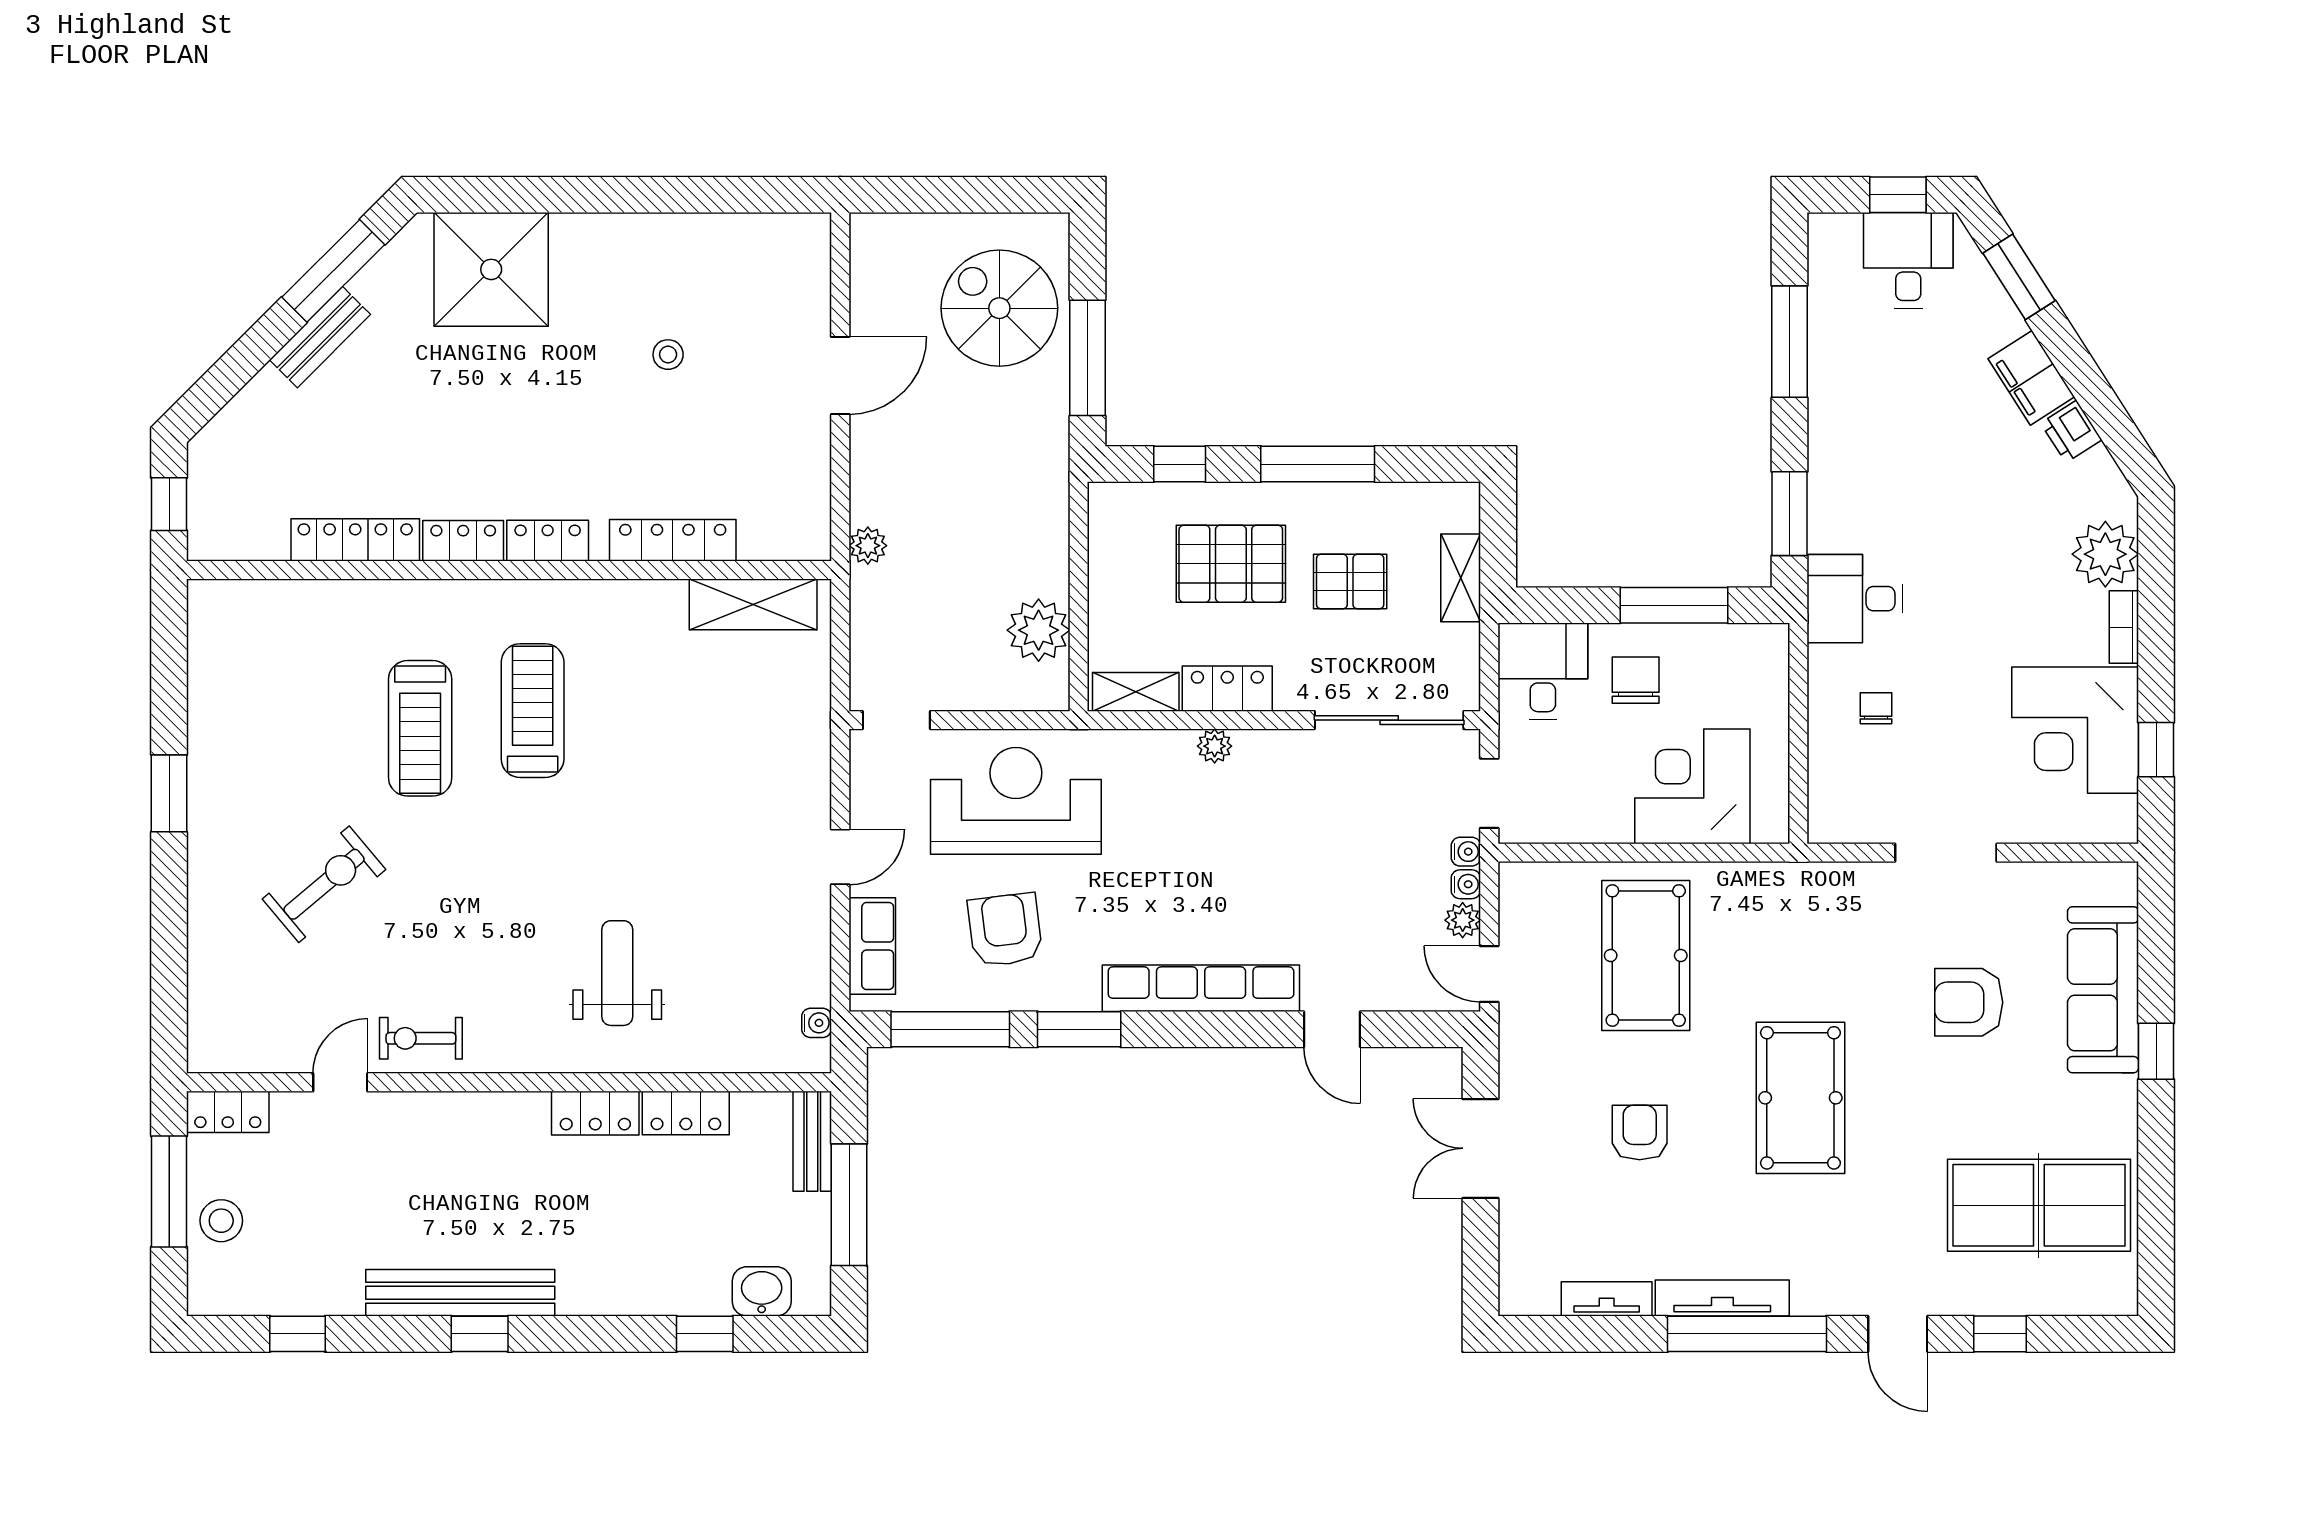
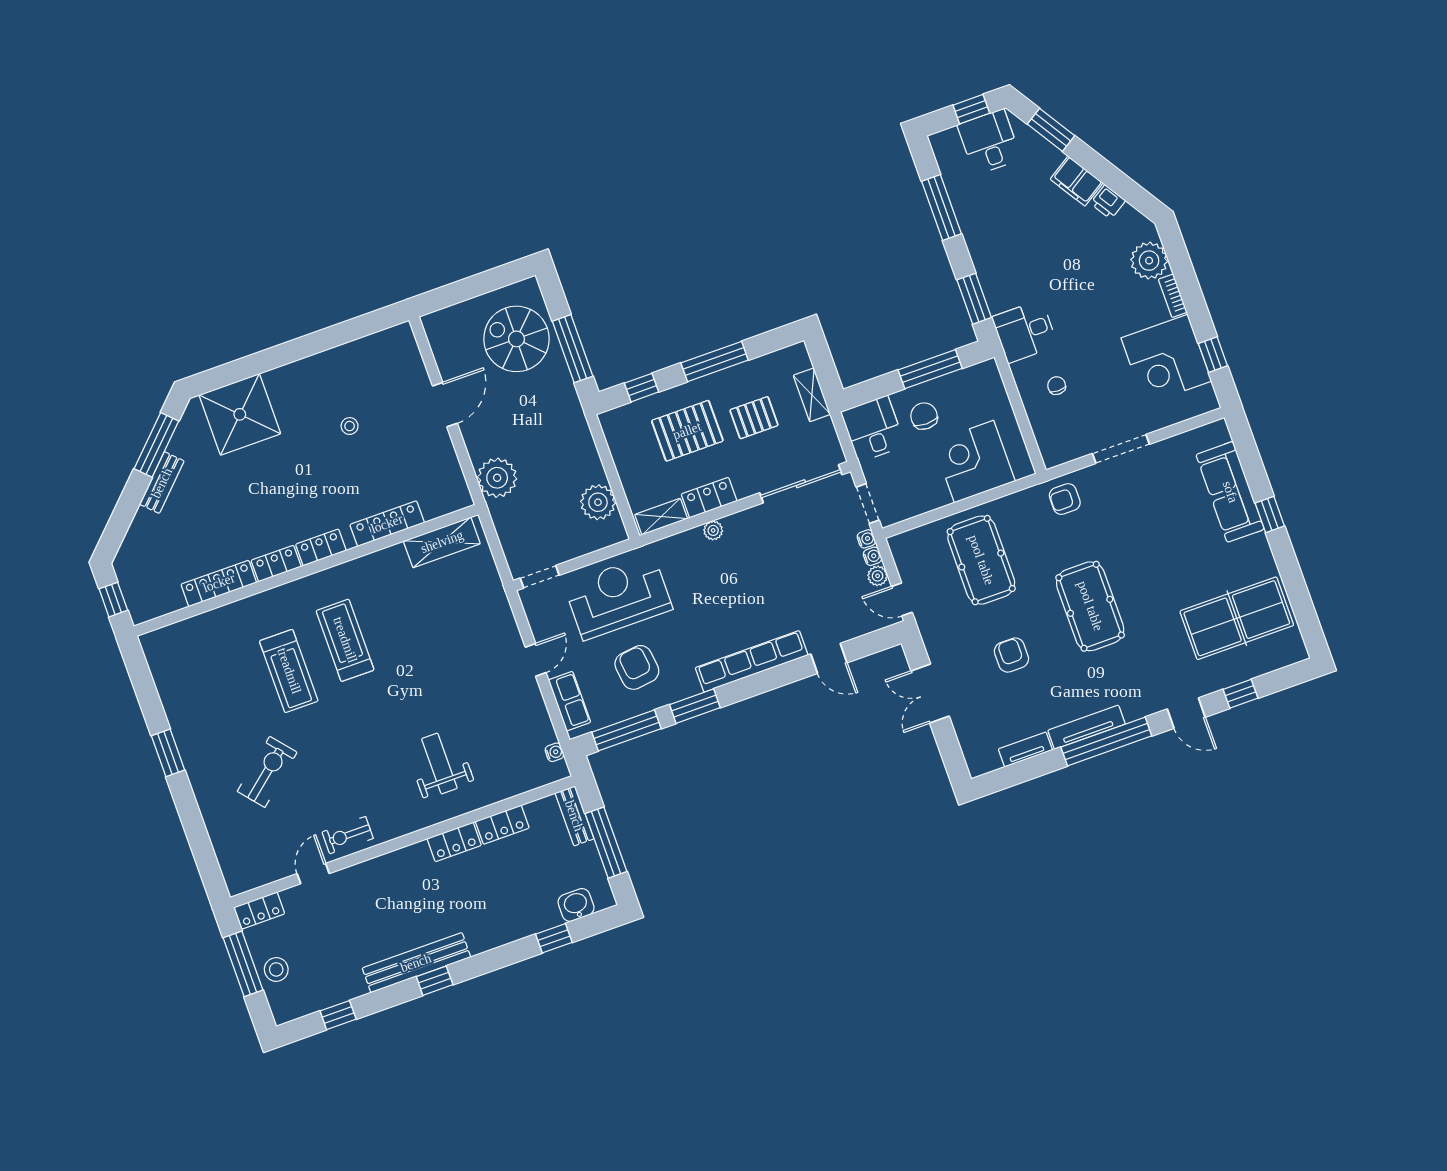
plant: (868, 546) -> (497, 478), width x1.87, depth x1.87
armchair: (1969, 1002) -> (1065, 499), moved, width x0.72, depth x0.72

